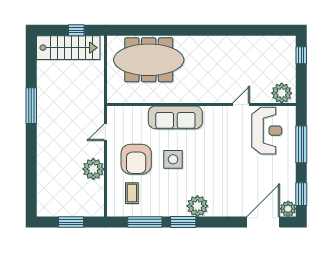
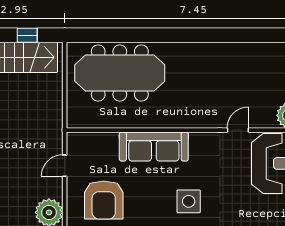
side table: (173, 159) -> (189, 201), moved

